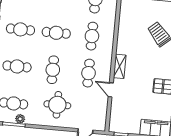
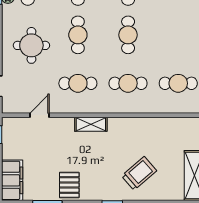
cafe table: (53, 70) -> (78, 35), turned 90
door: (111, 90) -> (40, 115), moved

